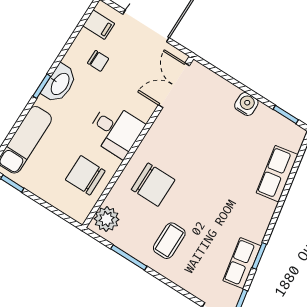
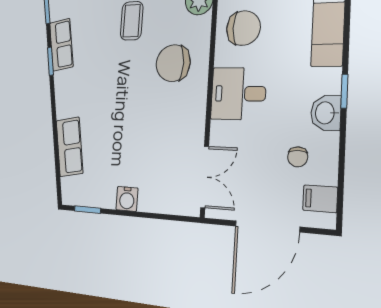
chair: (98, 61) -> (298, 157), turned -90
washbasin: (60, 84) -> (326, 113), width x0.72

